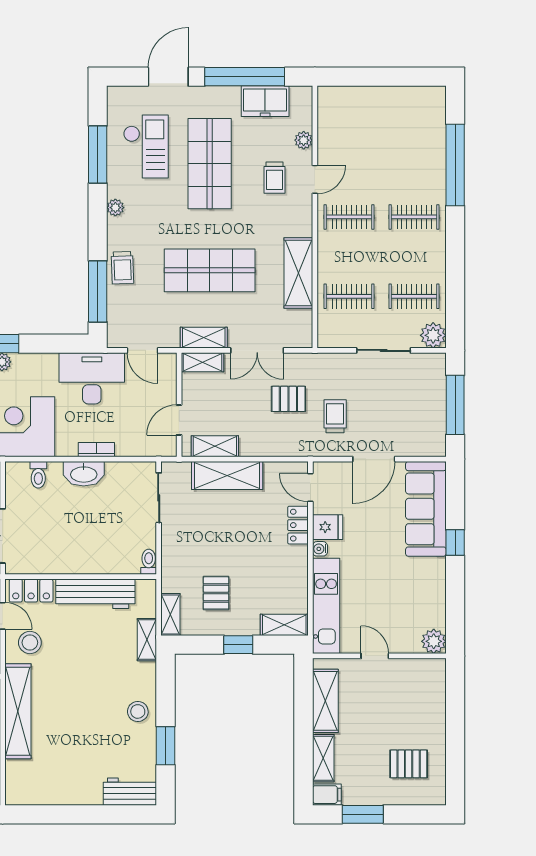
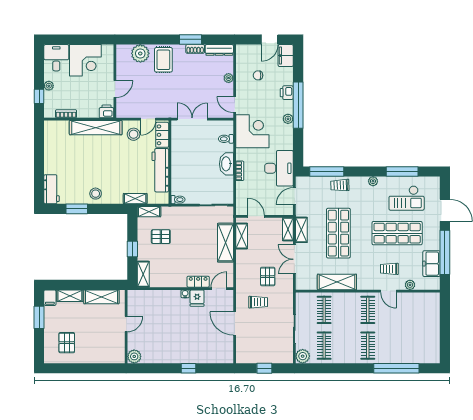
window: (455, 405) -> (264, 368), width x0.46
sofa: (426, 509) -> (207, 352), removed
kitchen unit: (326, 606) -> (154, 297), removed

